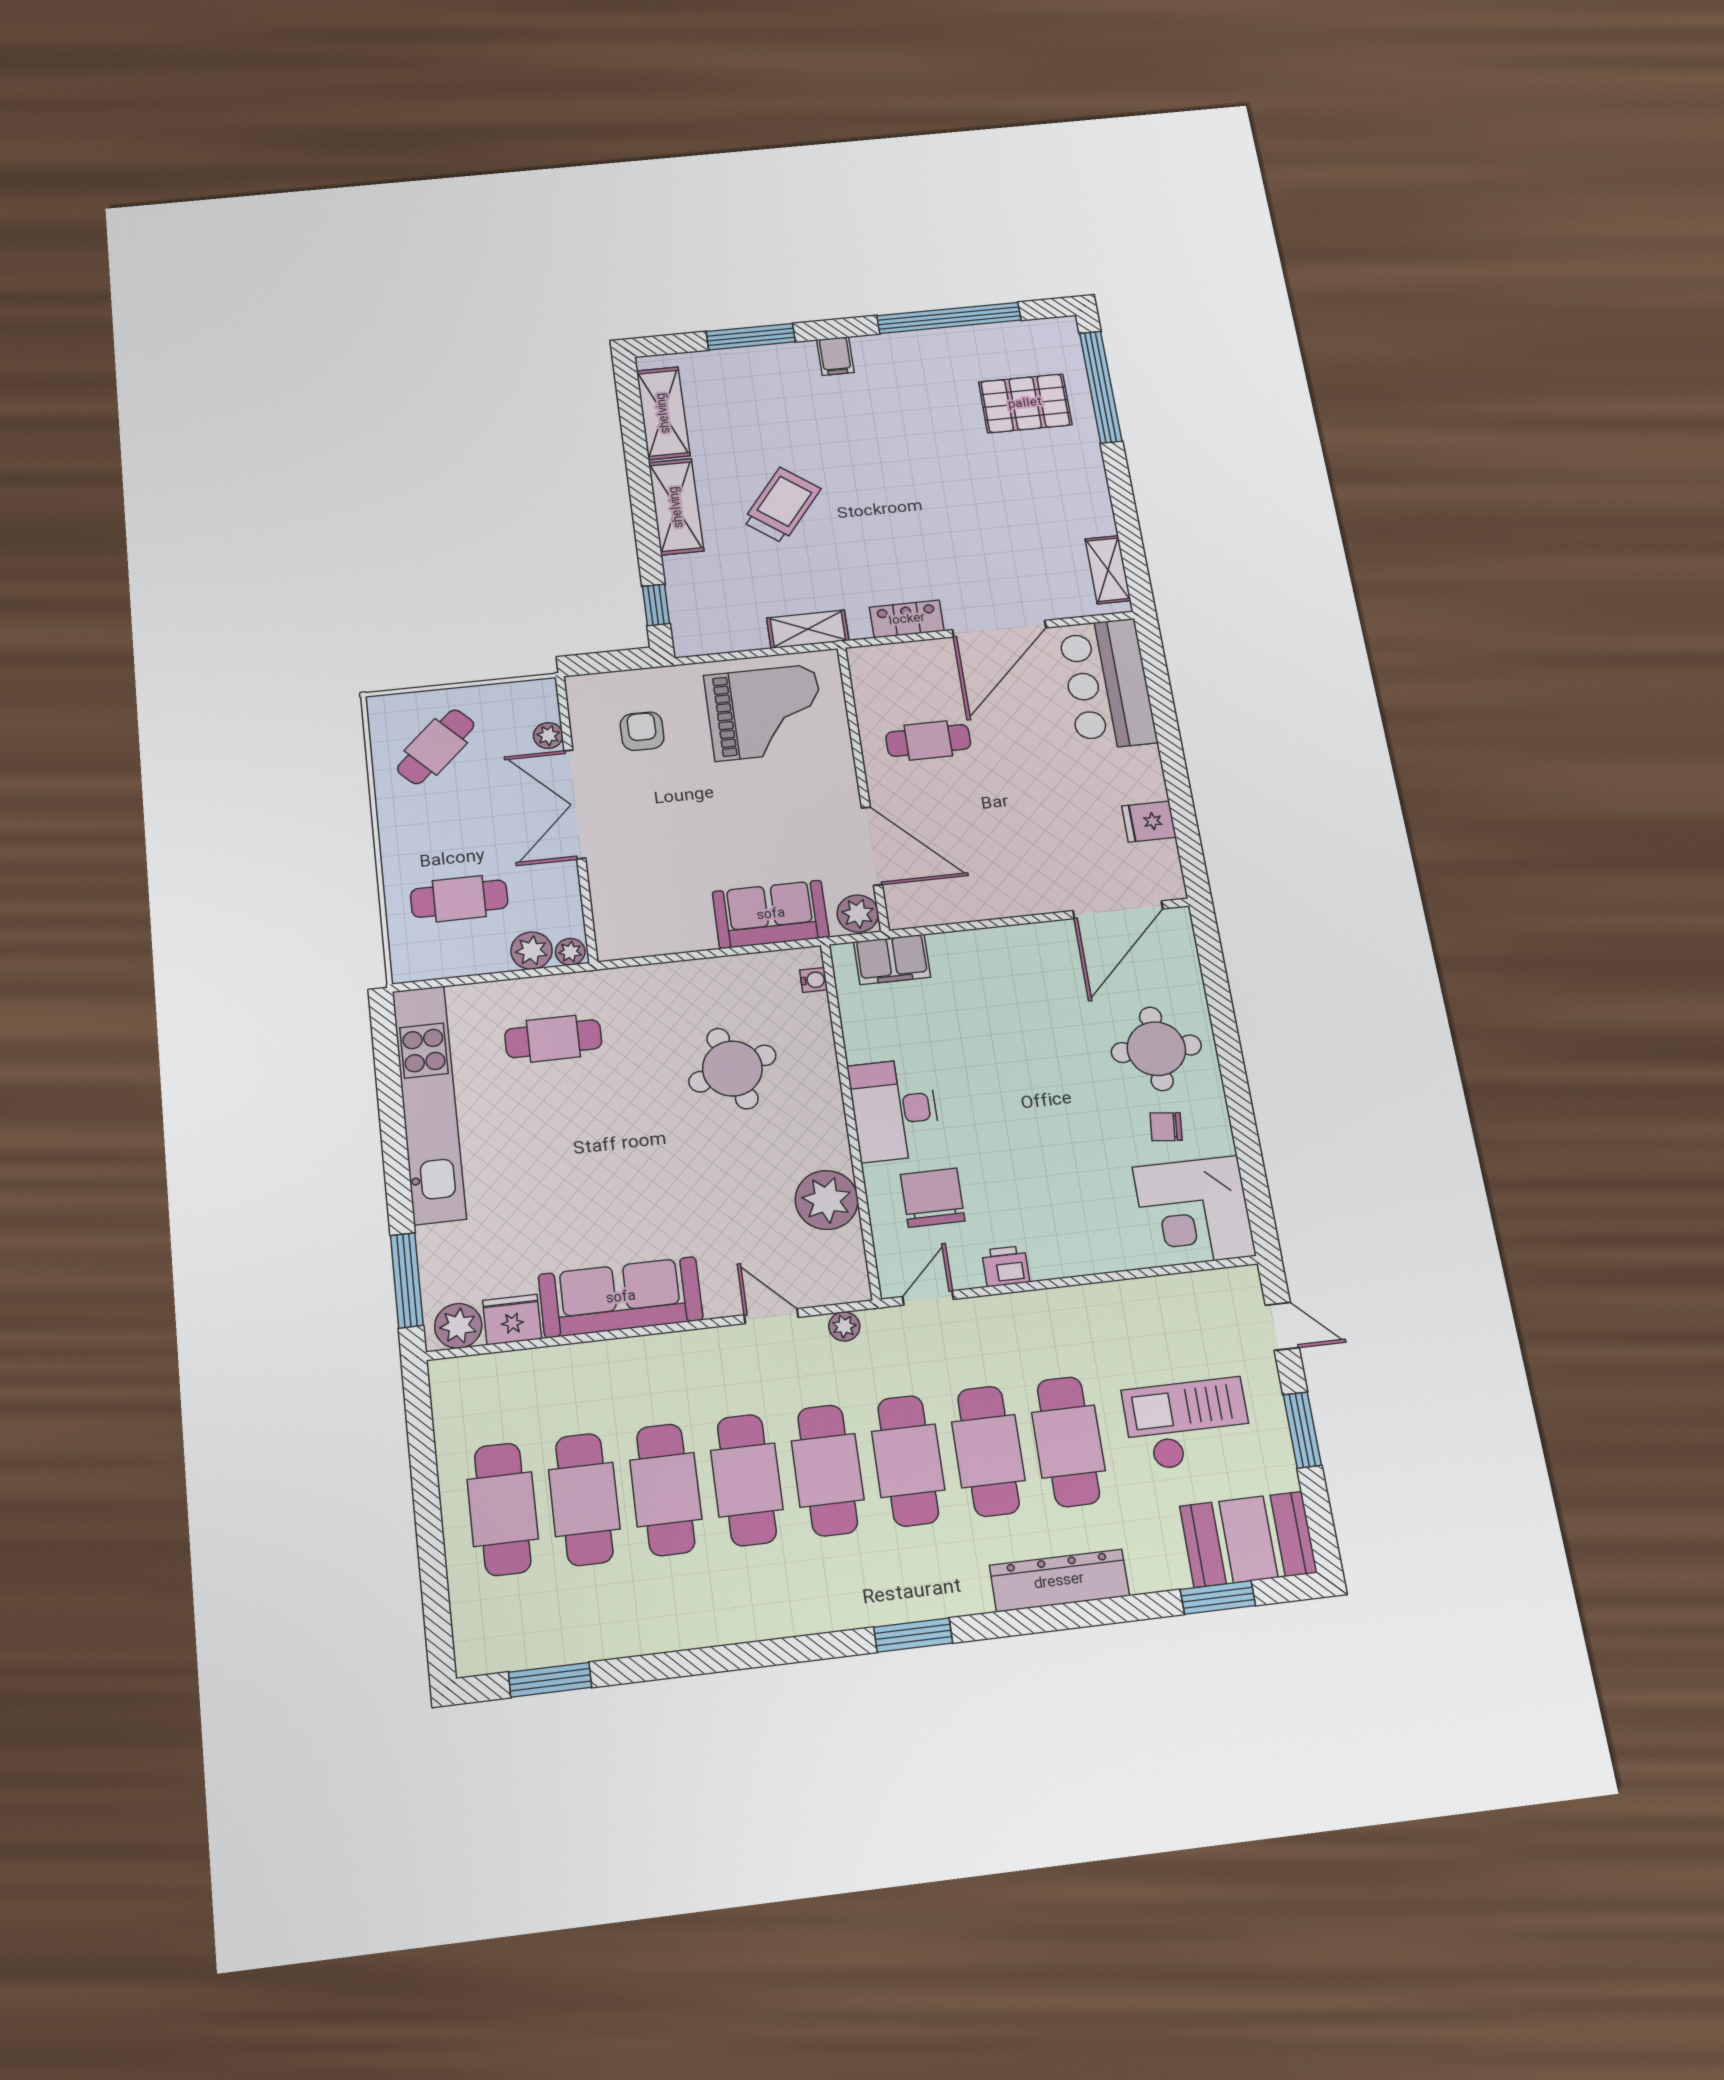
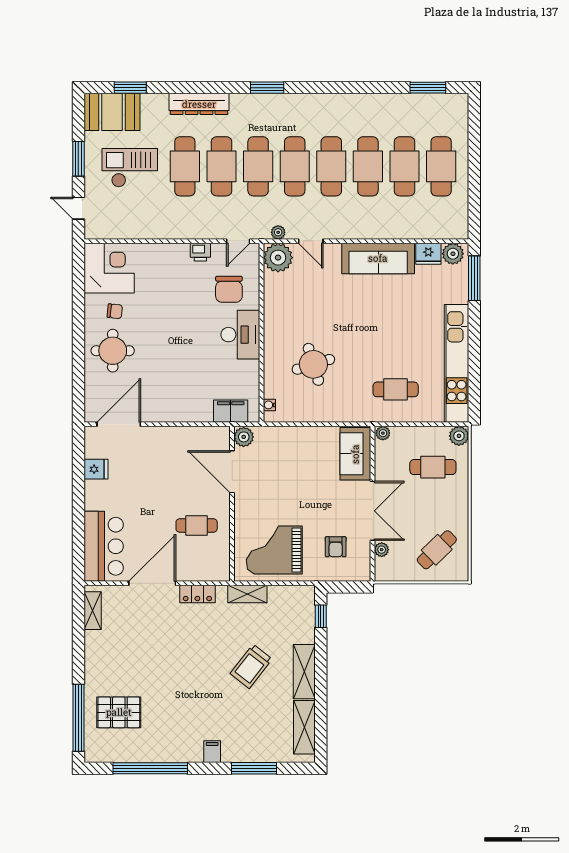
sofa: (771, 914) -> (355, 454), moved, turned 90
plant: (532, 951) -> (459, 436), moved
plant: (827, 1200) -> (278, 258), moved
checkout: (1188, 1424) -> (130, 168), turned 180

